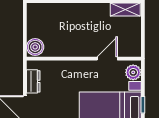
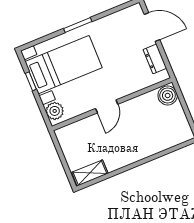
door: (107, 59) -> (107, 106), moved

